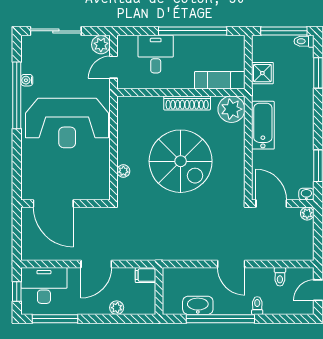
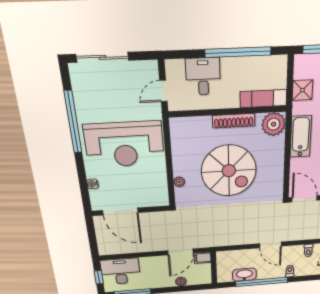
plant: (101, 45) -> (149, 69), removed
water cooler: (27, 80) -> (93, 184), moved
door: (96, 264) -> (180, 252), moved

